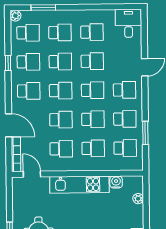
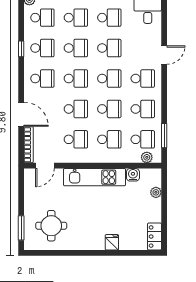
window: (145, 133) -> (164, 136), moved
plant: (129, 165) -> (147, 157), added
door: (32, 174) -> (45, 166), swing flipped

